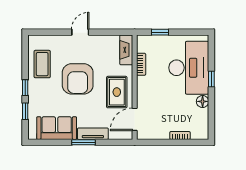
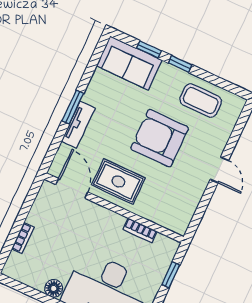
fireplace: (126, 50) -> (168, 220), removed
sofa: (57, 128) -> (129, 63), moved, turned 90

